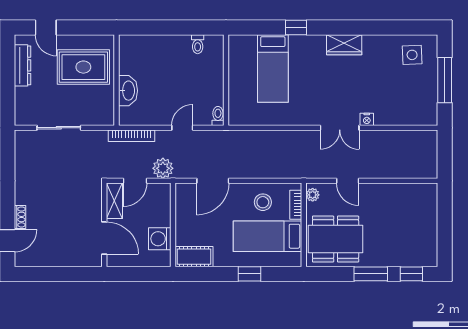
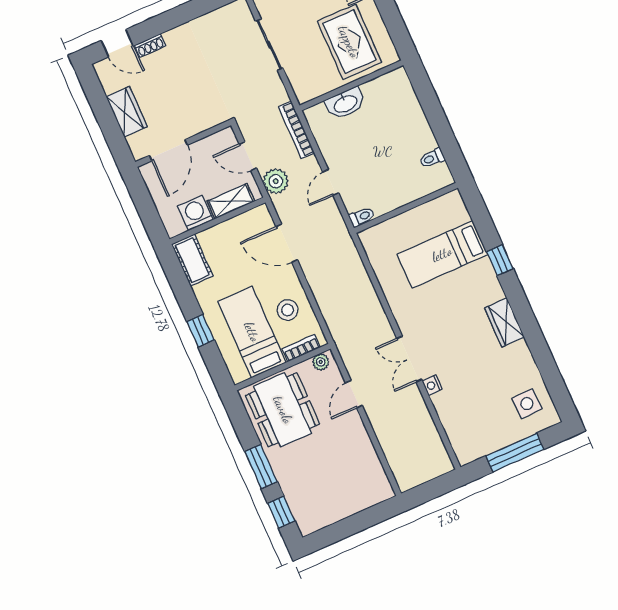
door: (182, 128) -> (331, 183), swing flipped
shelving: (114, 201) -> (231, 201), moved
wardrobe: (62, 256) -> (127, 112), added

